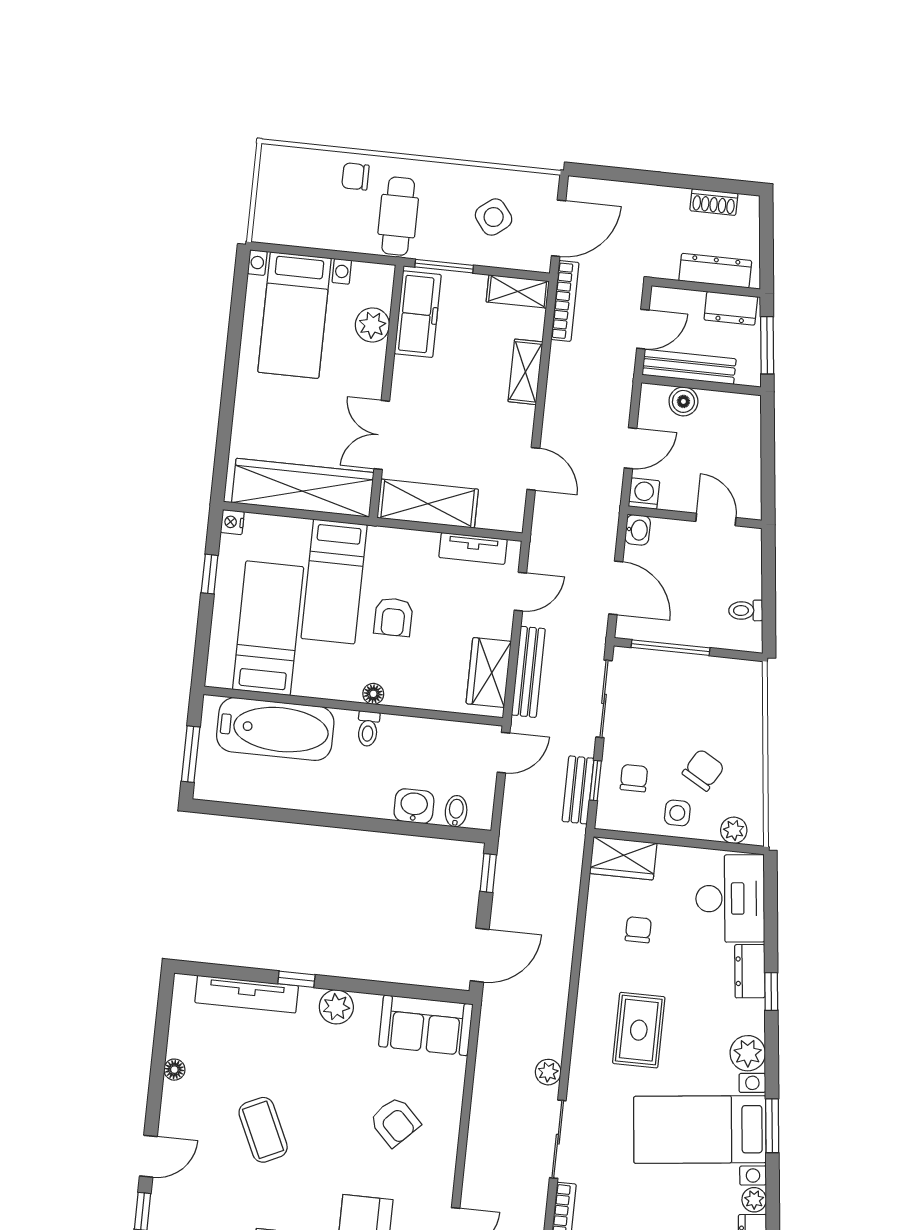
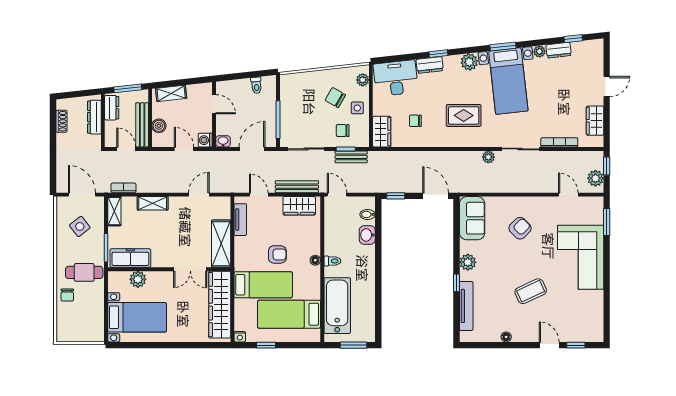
bookcase: (565, 301) -> (124, 188), width x0.64
shelving: (748, 433) -> (171, 93), added
door: (716, 519) -> (214, 104), swing flipped

